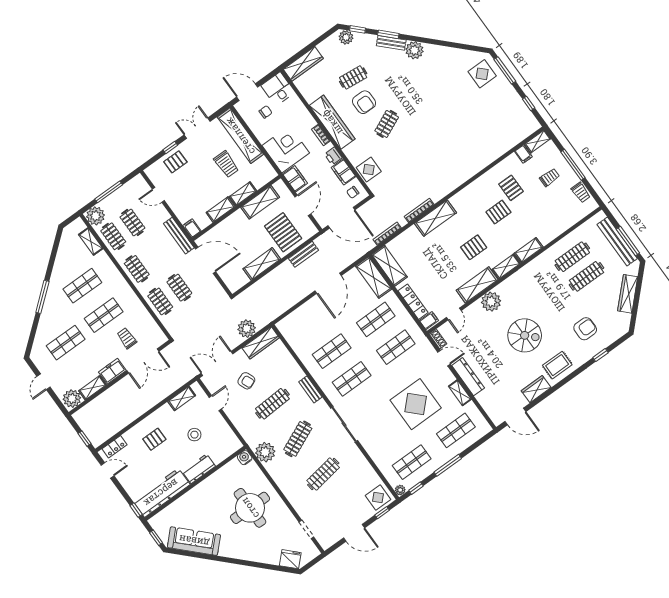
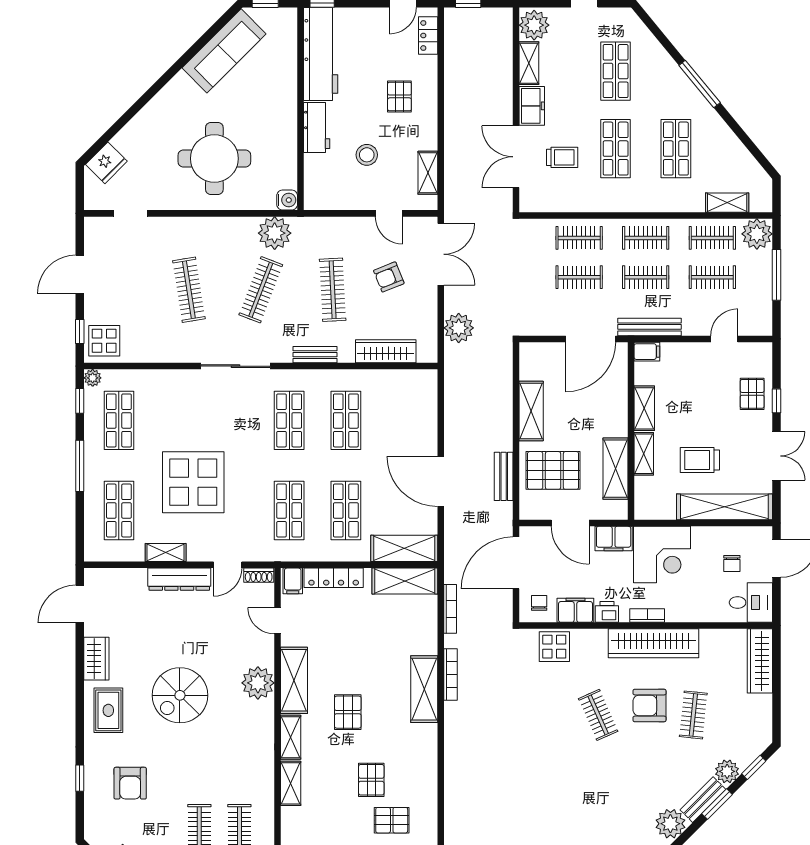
plant: (346, 37) -> (727, 771), moved
clothes rail: (156, 255) -> (646, 277), added
wardrobe: (261, 343) -> (386, 351), moved, turned 90
clothes rail: (298, 439) -> (261, 290), turned 45

